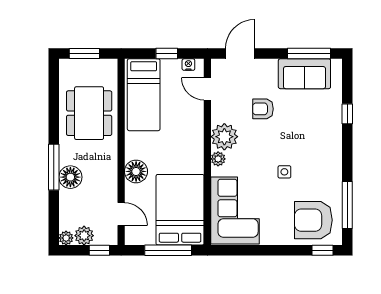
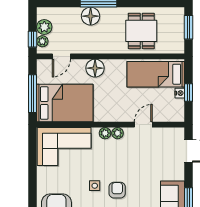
nightstand: (188, 65) -> (180, 93), moved
door: (207, 89) -> (143, 125), moved
armchair: (263, 109) -> (117, 190), moved
dining table: (89, 113) -> (141, 31), width x0.73
plant: (224, 137) -> (118, 133), width x0.53, depth x0.53
plant: (66, 238) -> (42, 41), moved

